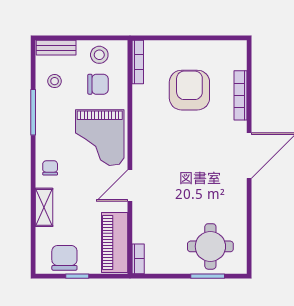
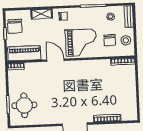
armchair: (189, 90) -> (109, 90), removed
grand piano: (100, 138) -> (81, 43), turned 180
chair: (64, 258) -> (15, 26), turned 90

